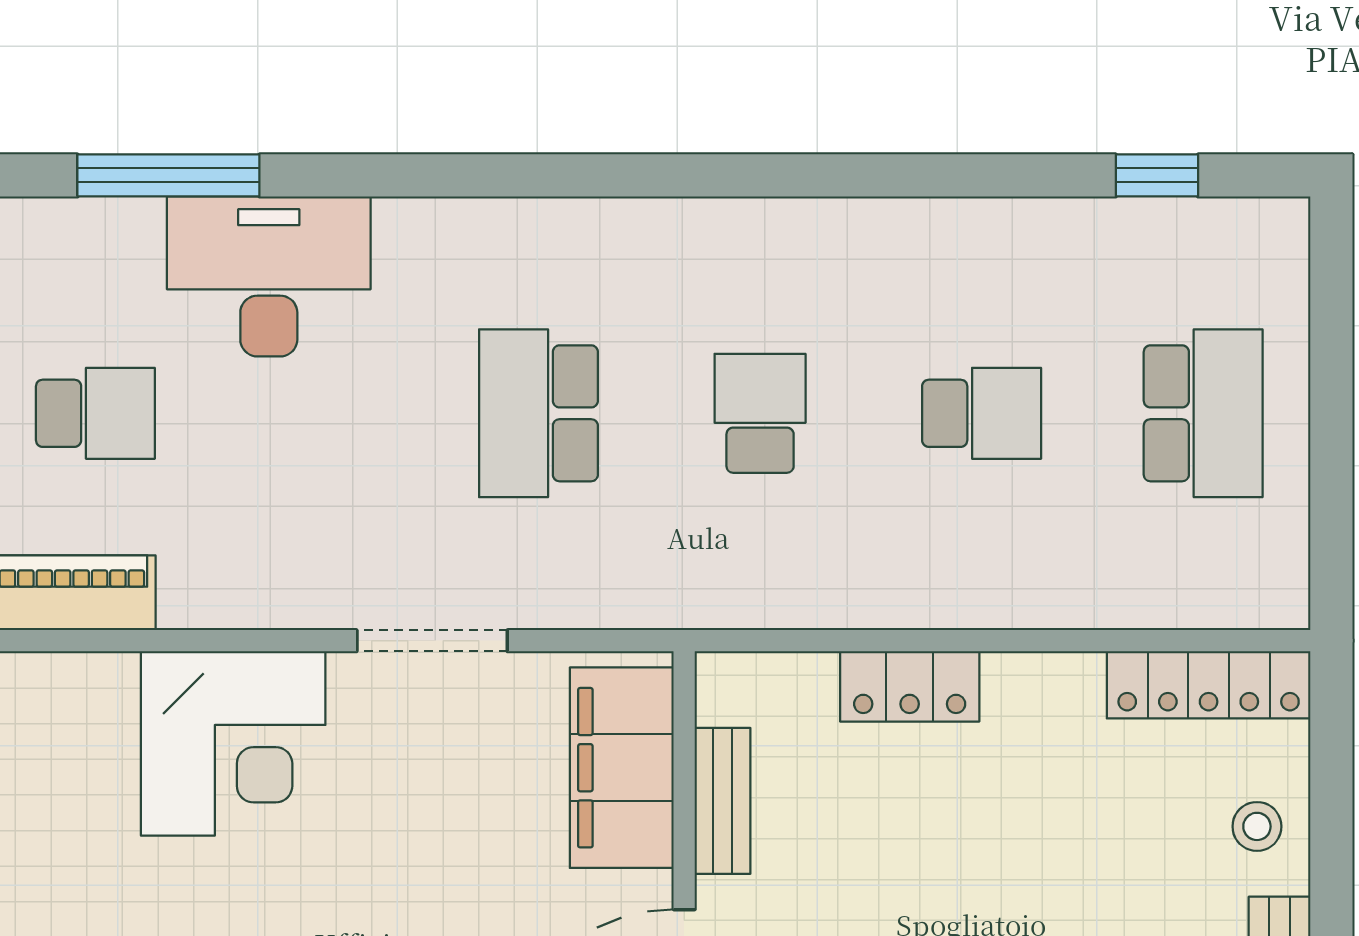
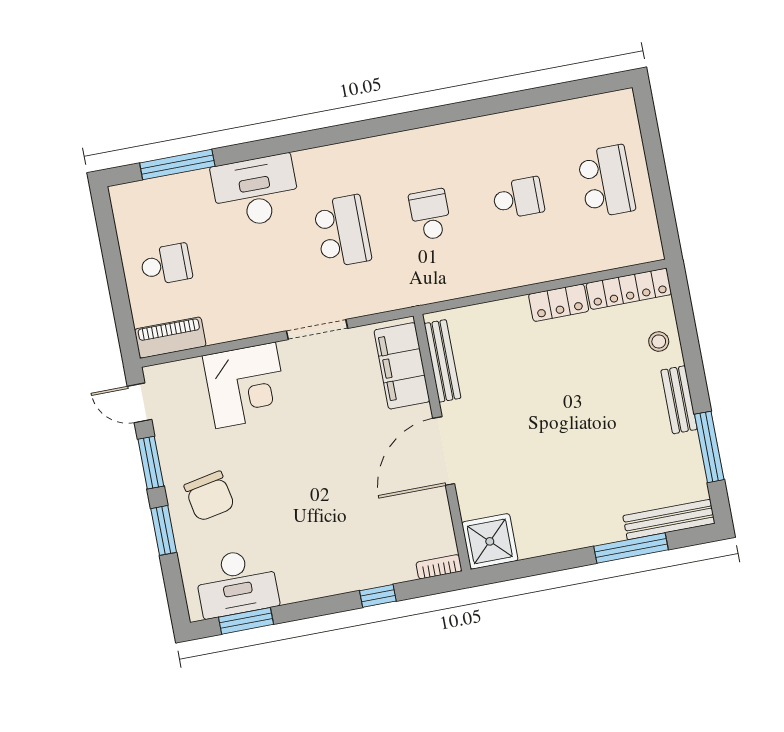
window: (1157, 175) -> (570, 90), removed
desk: (269, 276) -> (256, 191), moved
school desk: (538, 413) -> (342, 231), turned 180
locker: (910, 686) -> (559, 303), moved
bench: (723, 801) -> (442, 361), width x1.36

